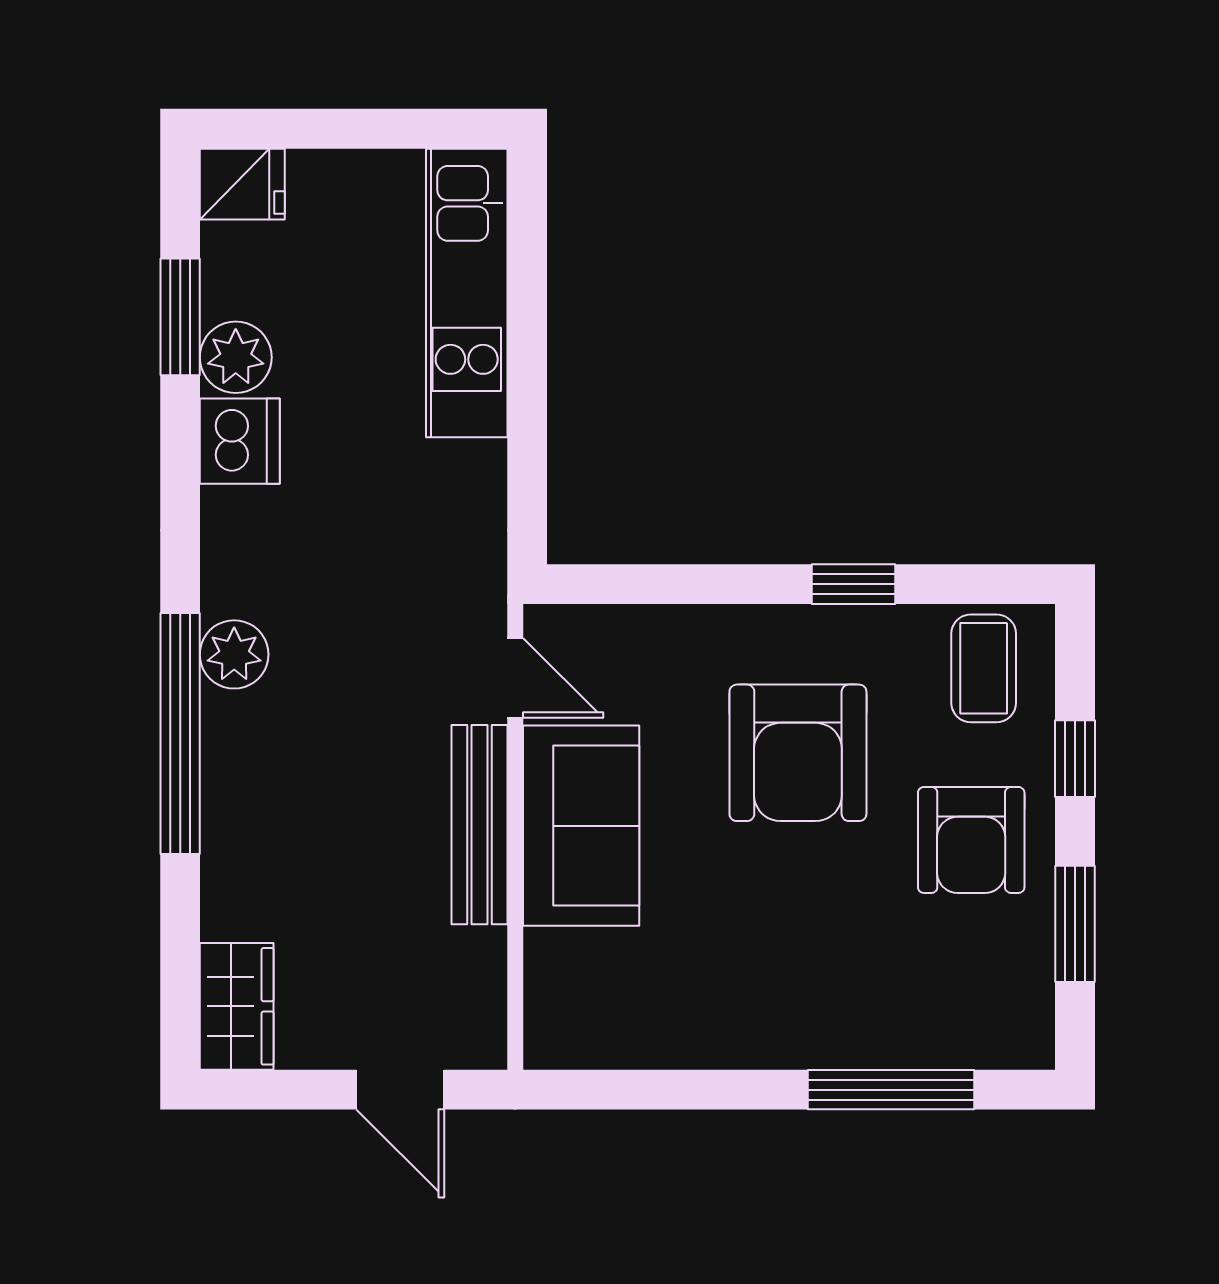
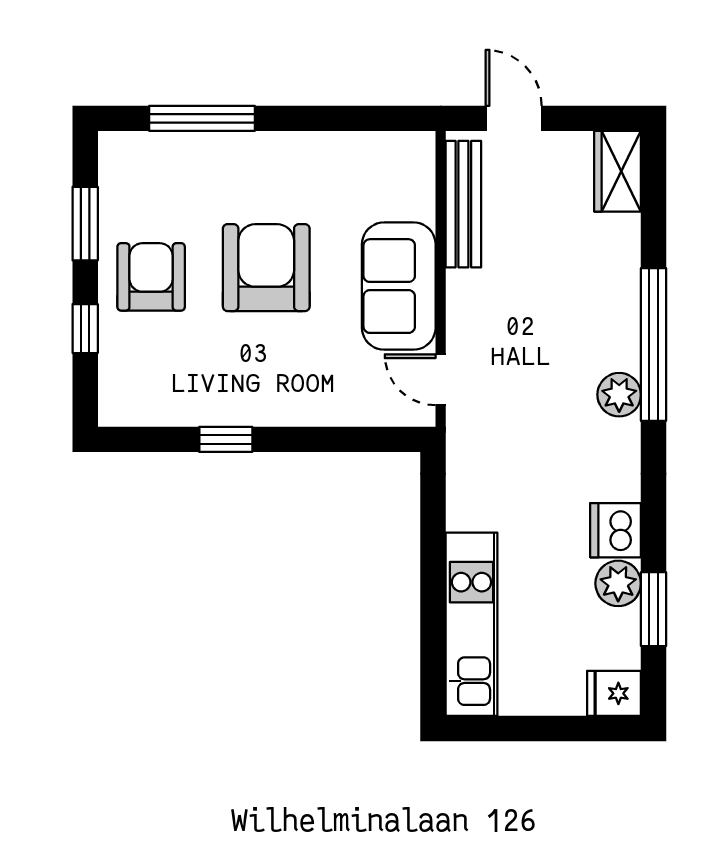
coffee table: (984, 668) -> (143, 386), removed
armchair: (798, 753) -> (266, 268), moved
bench: (479, 825) -> (463, 204), moved

